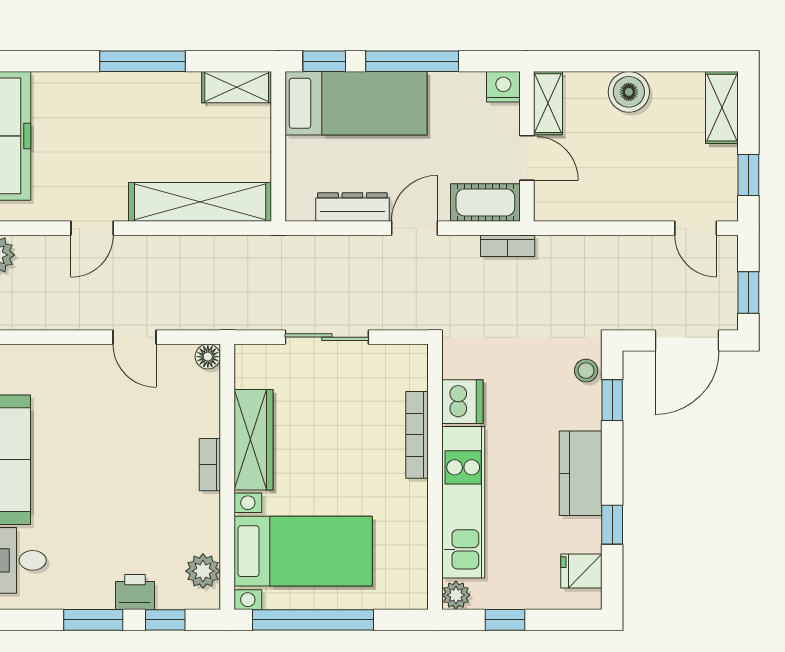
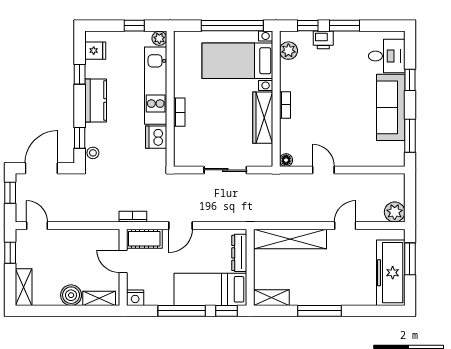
shelving: (548, 103) -> (99, 298), moved, turned 90
dresser: (352, 207) -> (239, 253), moved, turned 90
bookcase: (417, 435) -> (179, 112), width x0.64

